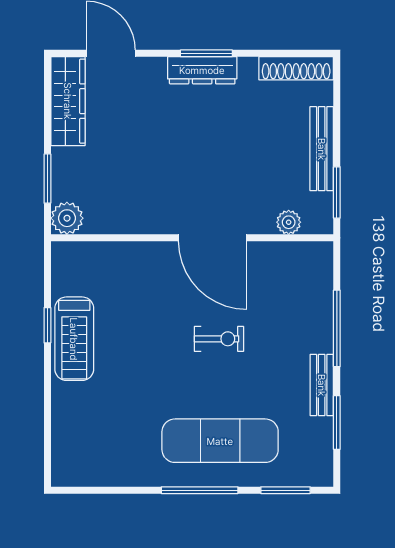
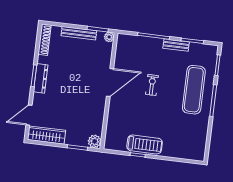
plant: (289, 222) -> (109, 37), moved

